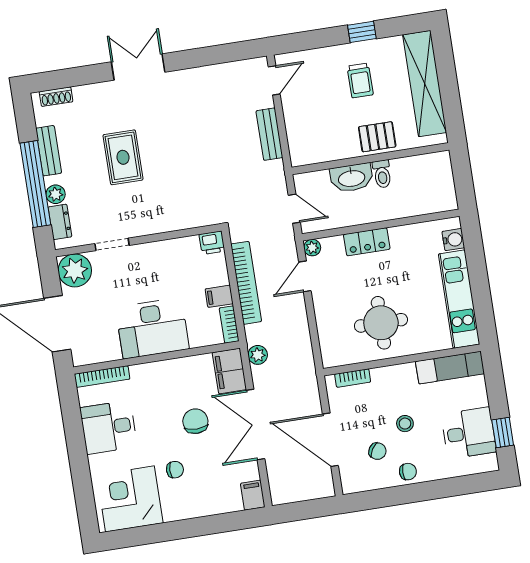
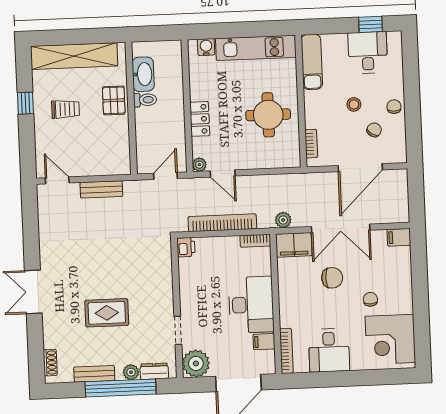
washbasin: (352, 178) -> (143, 74), moved
filing cabinet: (219, 296) -> (264, 342), moved, turned 90
chair: (195, 421) -> (332, 278), turned 180

